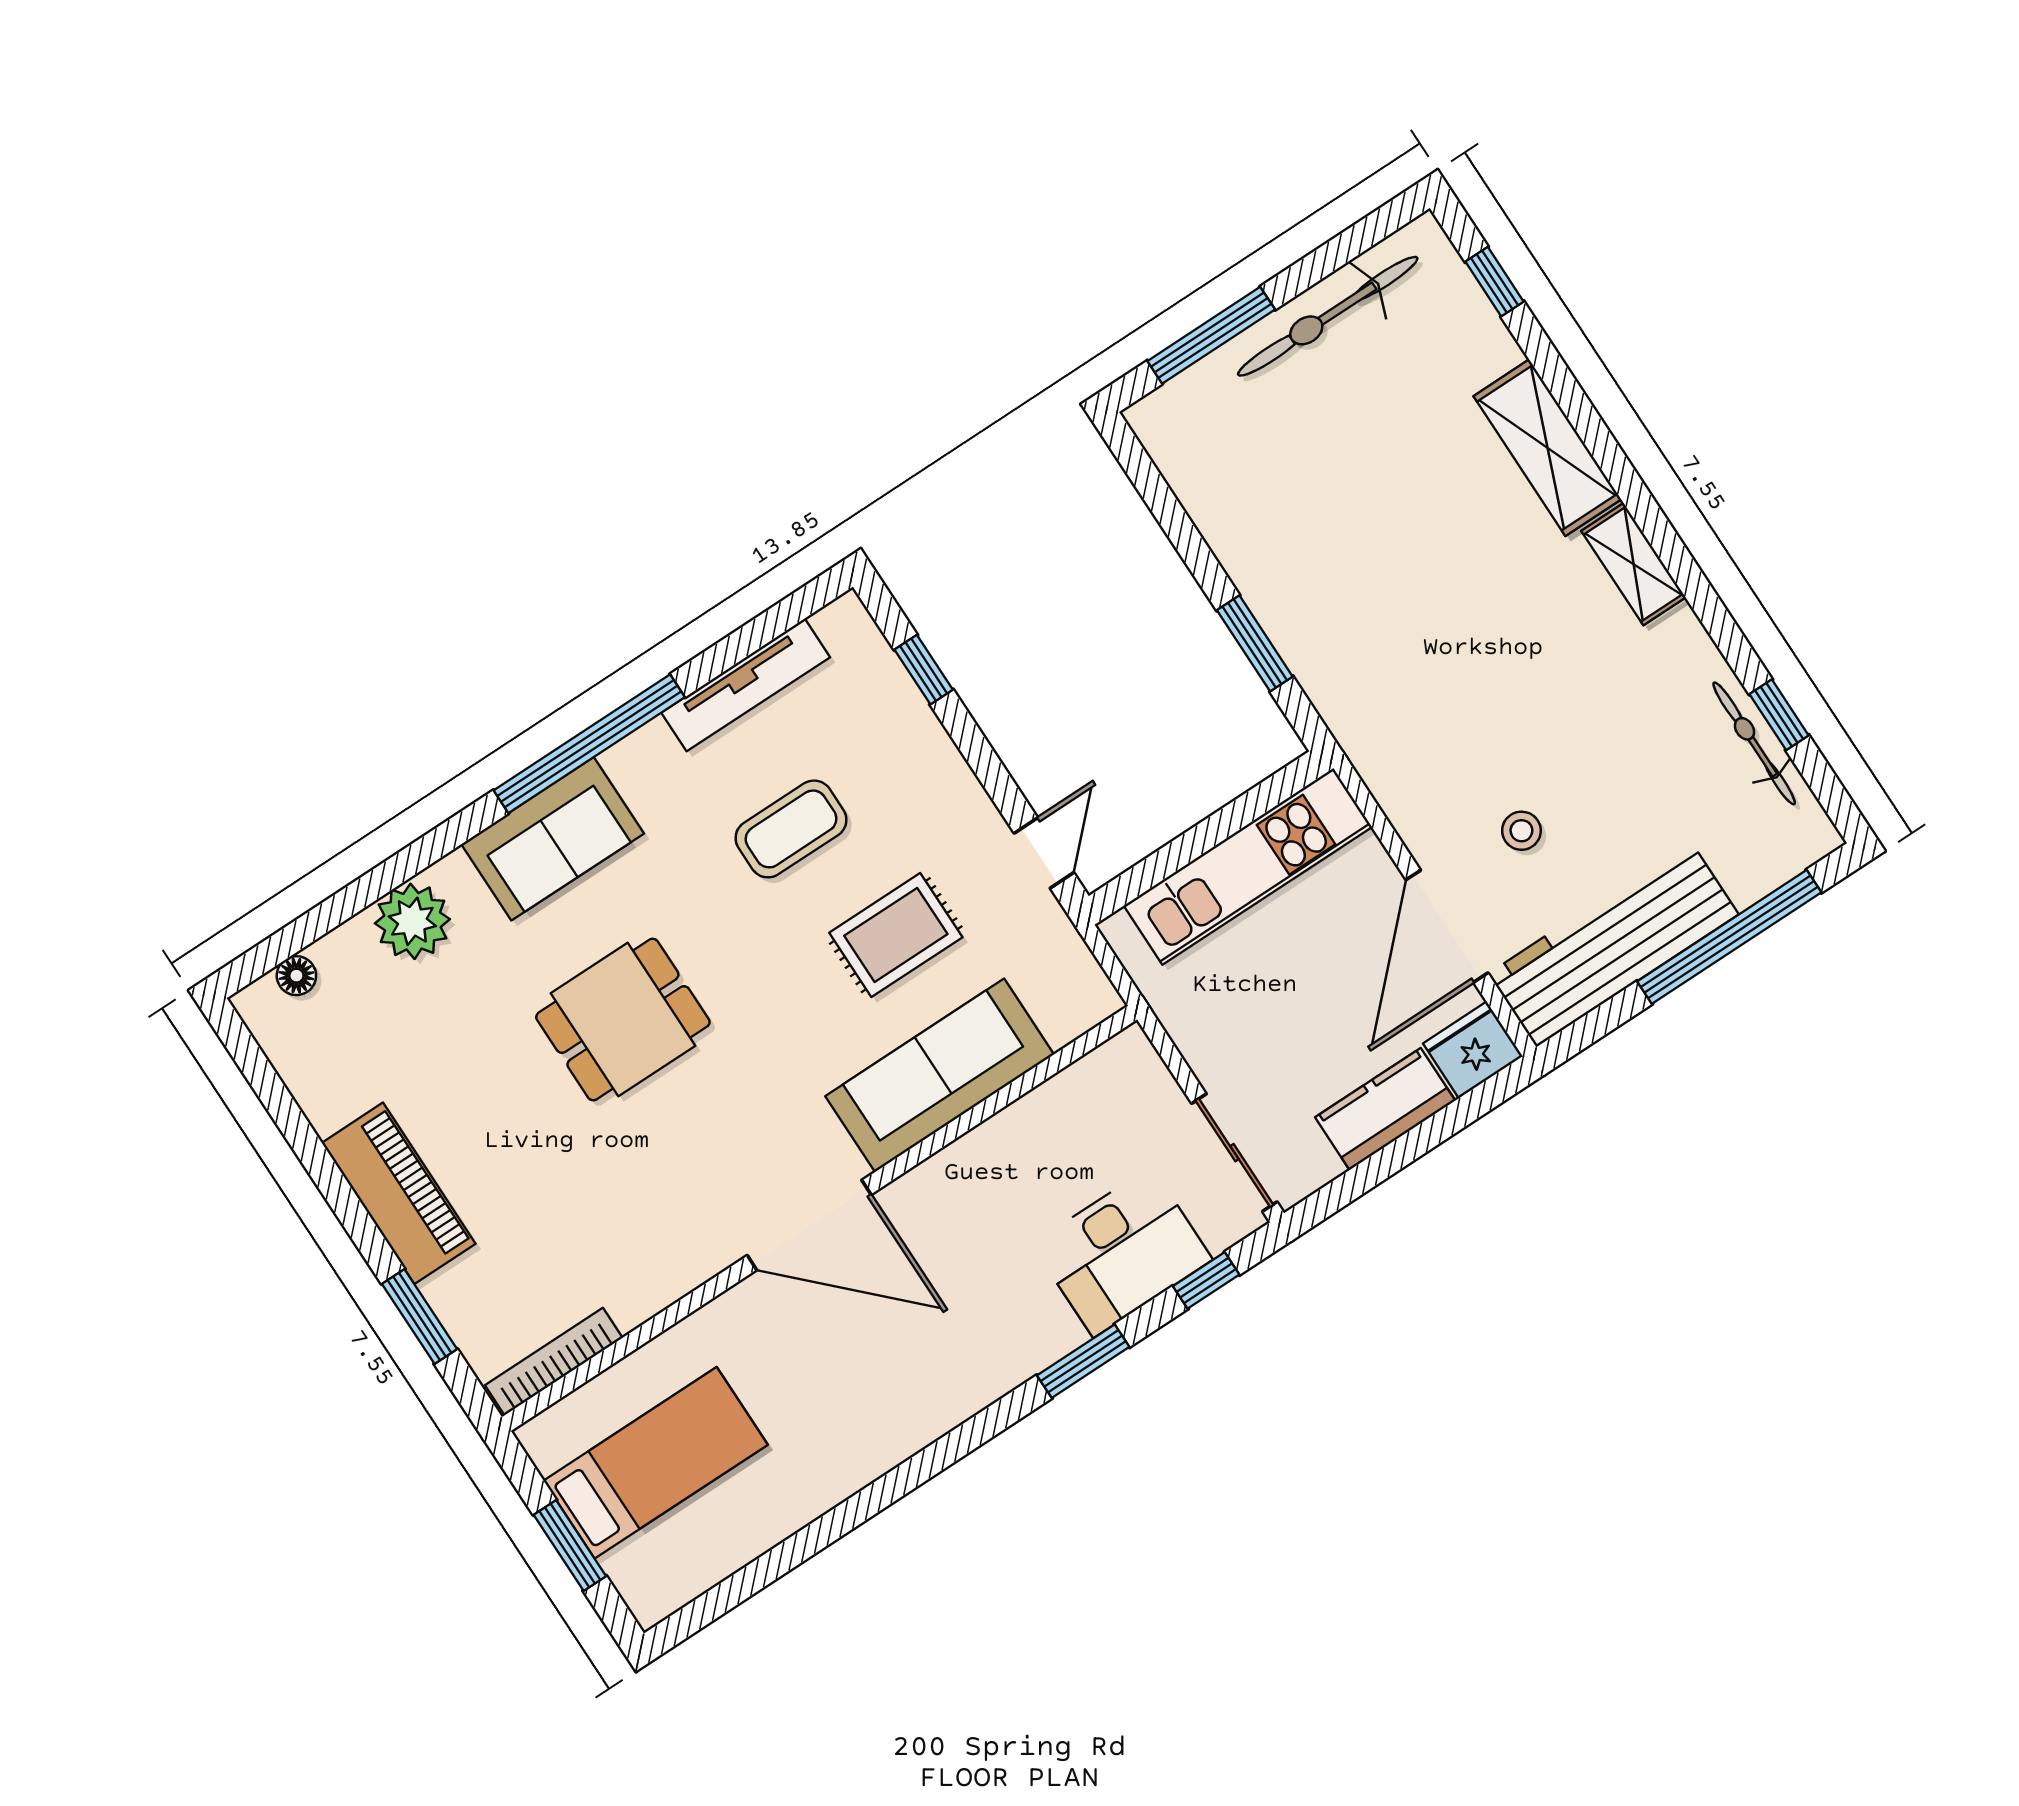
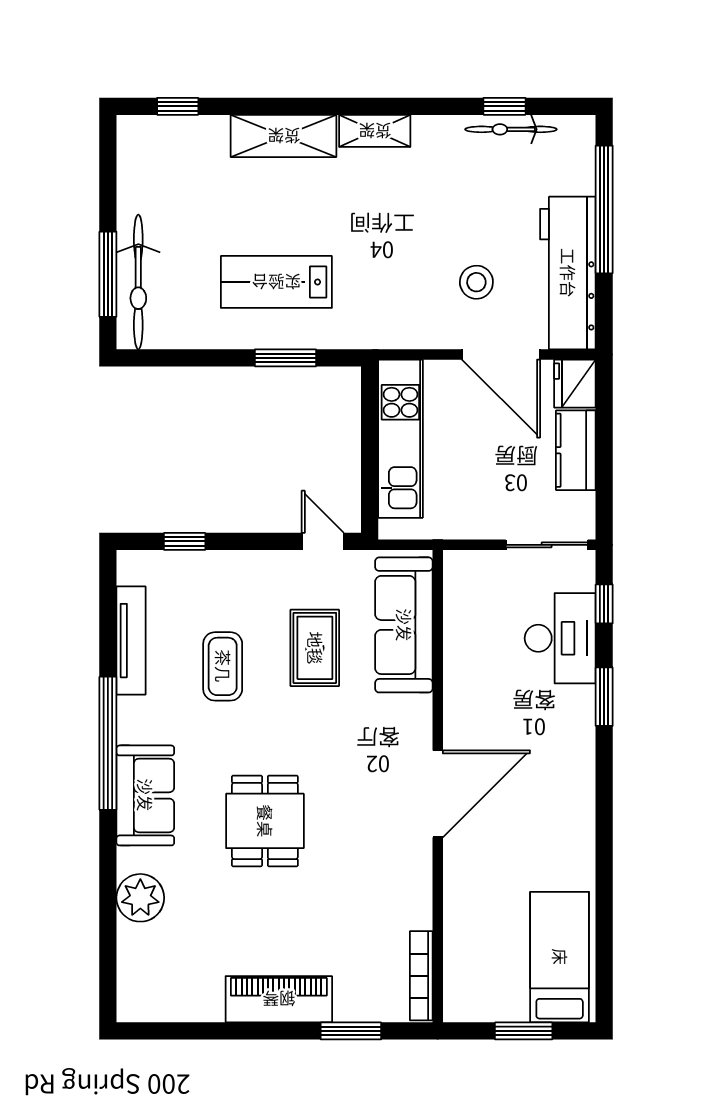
bicycle: (1328, 316) -> (138, 282), moved
lab bench: (1348, 565) -> (276, 282), added
stool: (1521, 831) -> (476, 282), width x1.37, depth x1.37
floor lamp: (296, 976) -> (129, 978), removed
sofa: (940, 1075) -> (404, 625), moved
bed: (656, 1463) -> (560, 957), moved

